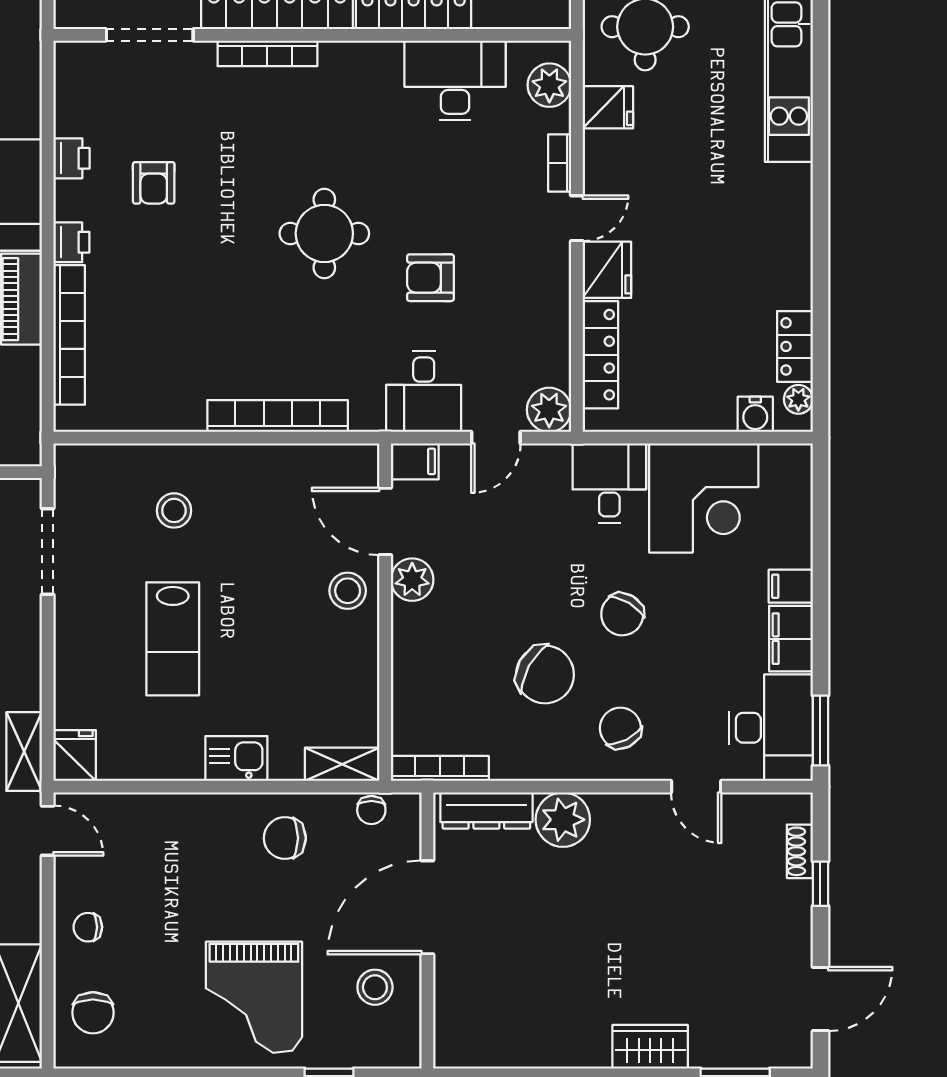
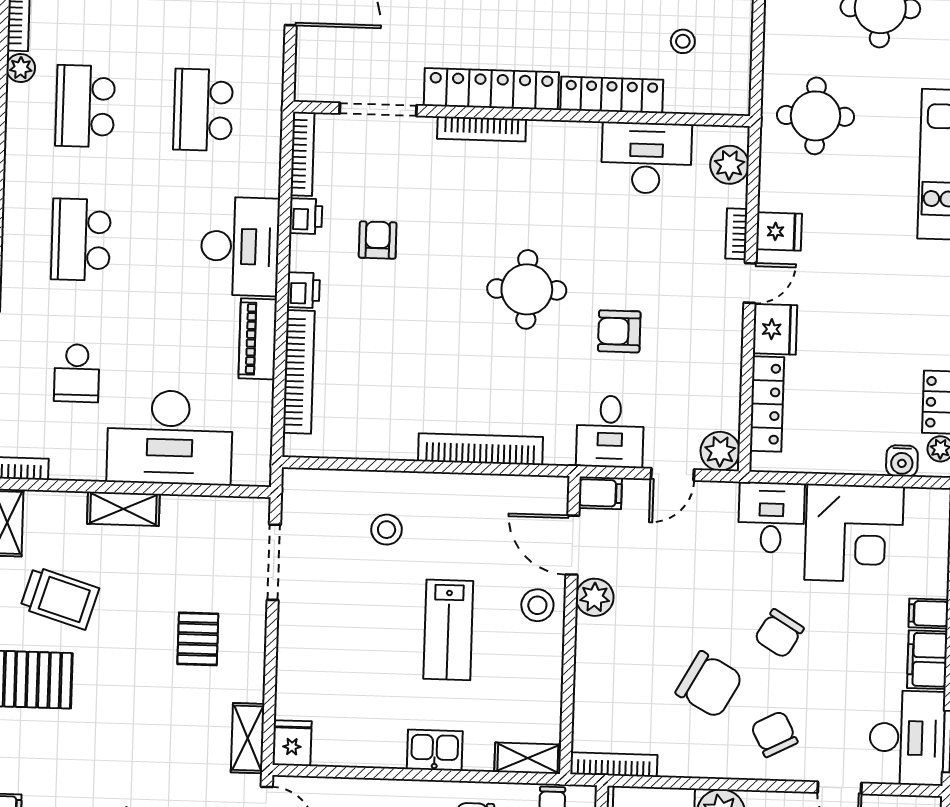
bookcase: (65, 88) -> (302, 154), added
fridge: (608, 107) -> (779, 232), moved
armchair: (154, 183) -> (378, 240), turned 180
lab bench: (173, 639) -> (448, 630), moved

